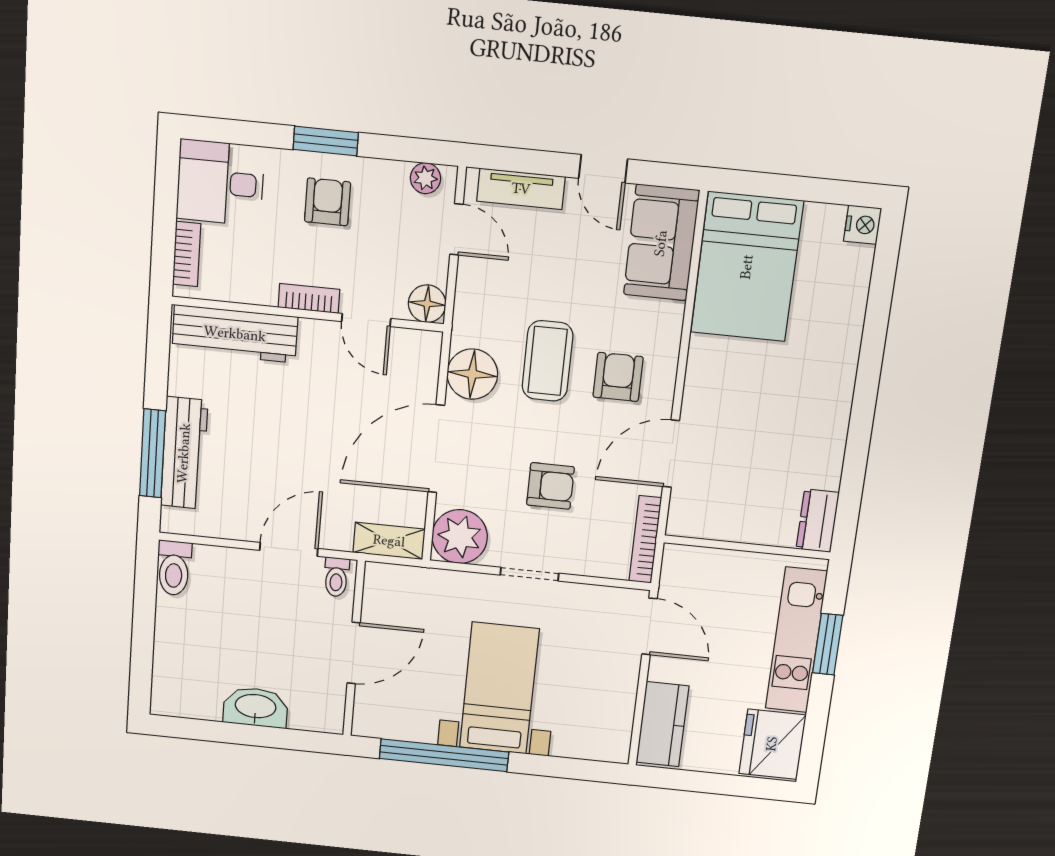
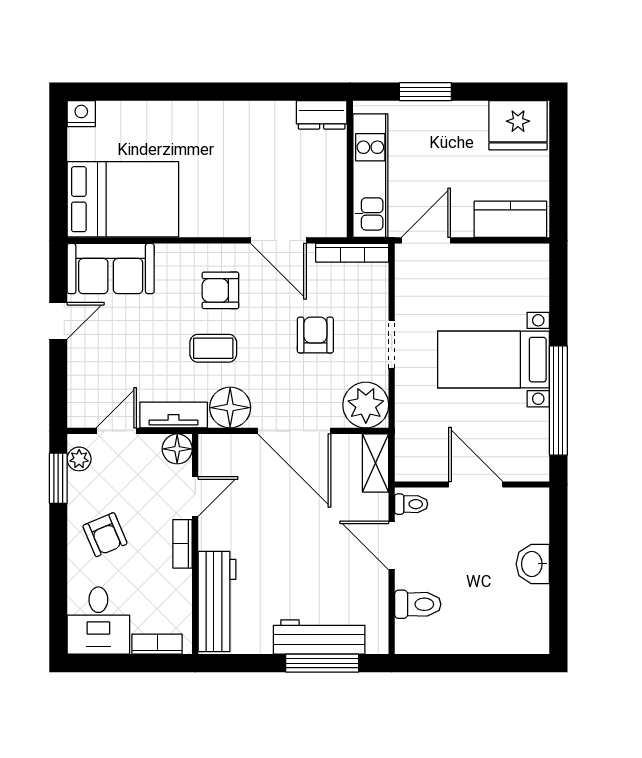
window: (326, 141) -> (58, 478), moved
tv unit: (521, 189) -> (174, 415), moved, turned -90
armchair: (327, 202) -> (105, 535), turned -113
coffee table: (547, 361) -> (213, 348), width x0.73, depth x0.77
toilet: (174, 568) -> (418, 604), moved
kitchen unit: (796, 640) -> (370, 176), moved, turned -90
washbasin: (256, 707) -> (533, 564), width x0.72

